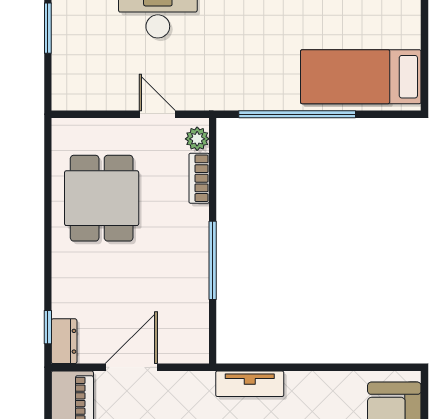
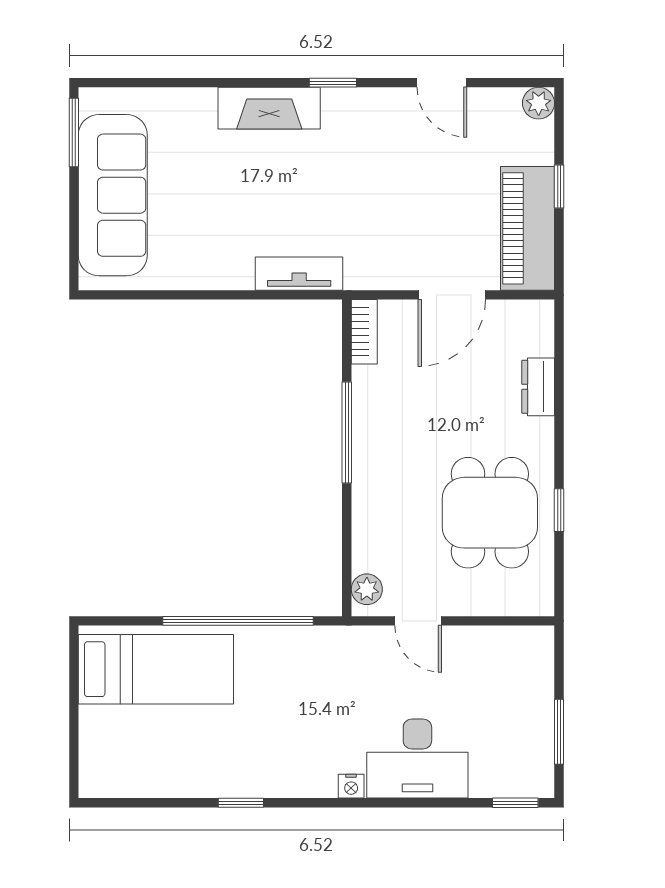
bookcase: (199, 178) -> (364, 332), moved
window: (48, 327) -> (559, 510), moved
dresser: (64, 341) -> (538, 387), moved

